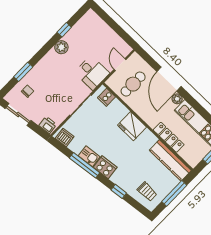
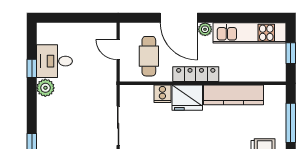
desk: (92, 73) -> (54, 61), moved, turned 180
cooker: (106, 97) -> (162, 94), moved
locker: (169, 137) -> (196, 74), moved
kitchen counter: (170, 160) -> (233, 95), moved

